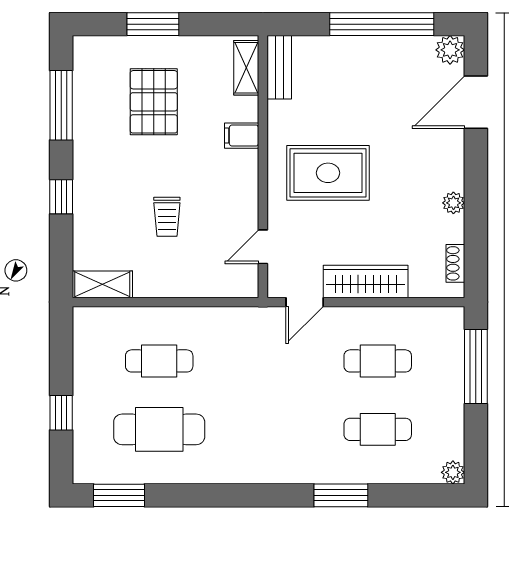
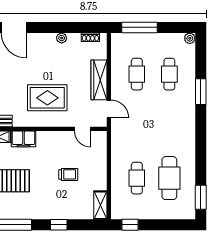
filing cabinet: (242, 136) -> (23, 139), width x2.00
rug: (328, 173) -> (47, 98), turned 90
window: (61, 413) -> (130, 225), moved

